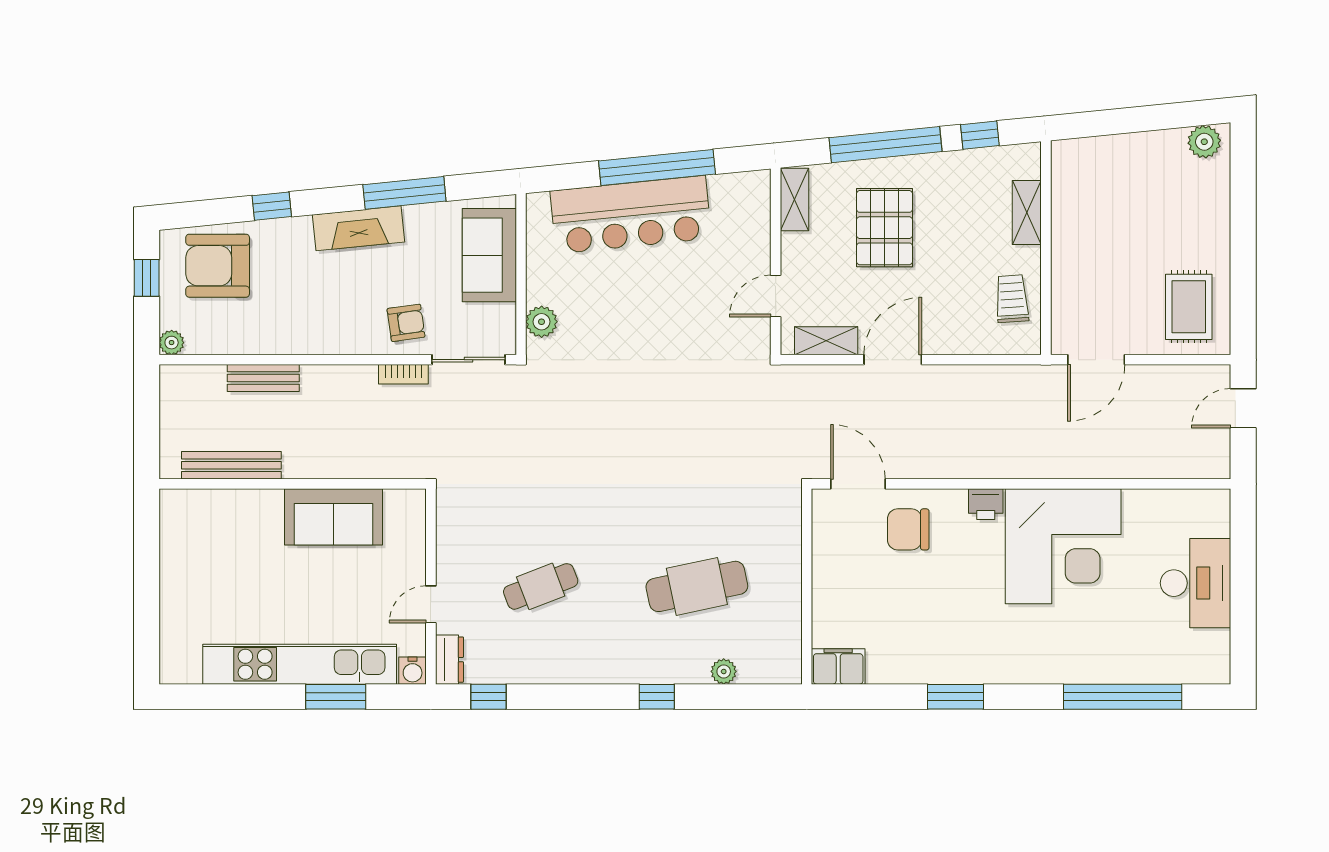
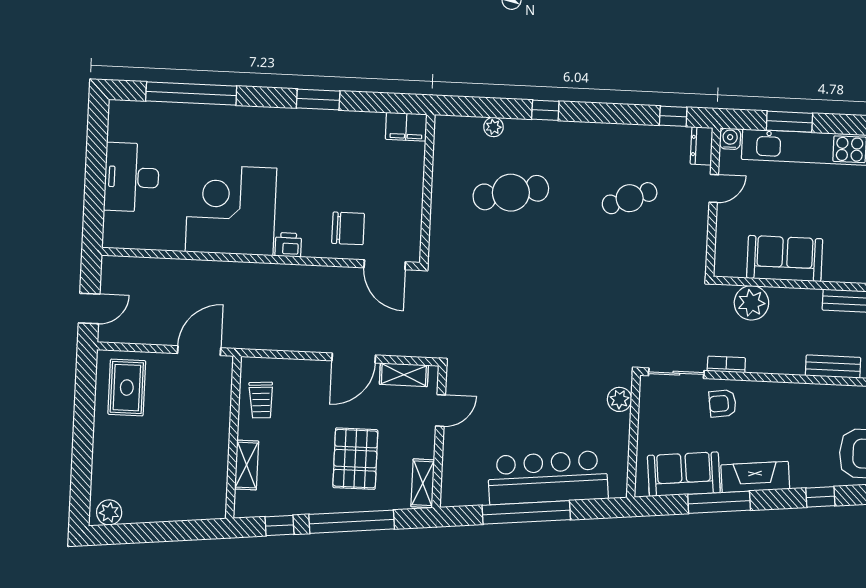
sofa: (489, 255) -> (684, 474), moved, turned -96
plant: (374, 457) -> (751, 303), added

